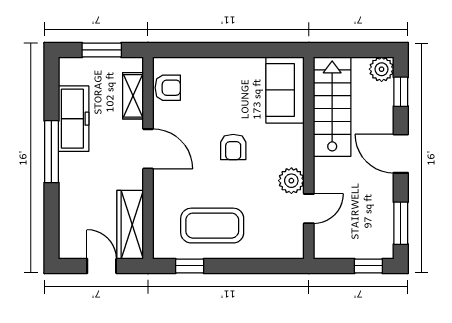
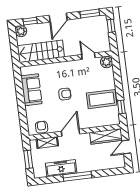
sofa: (285, 90) -> (31, 90), moved, turned -90
plant: (291, 181) -> (106, 62), moved
coffee table: (212, 226) -> (102, 99), turned 90

